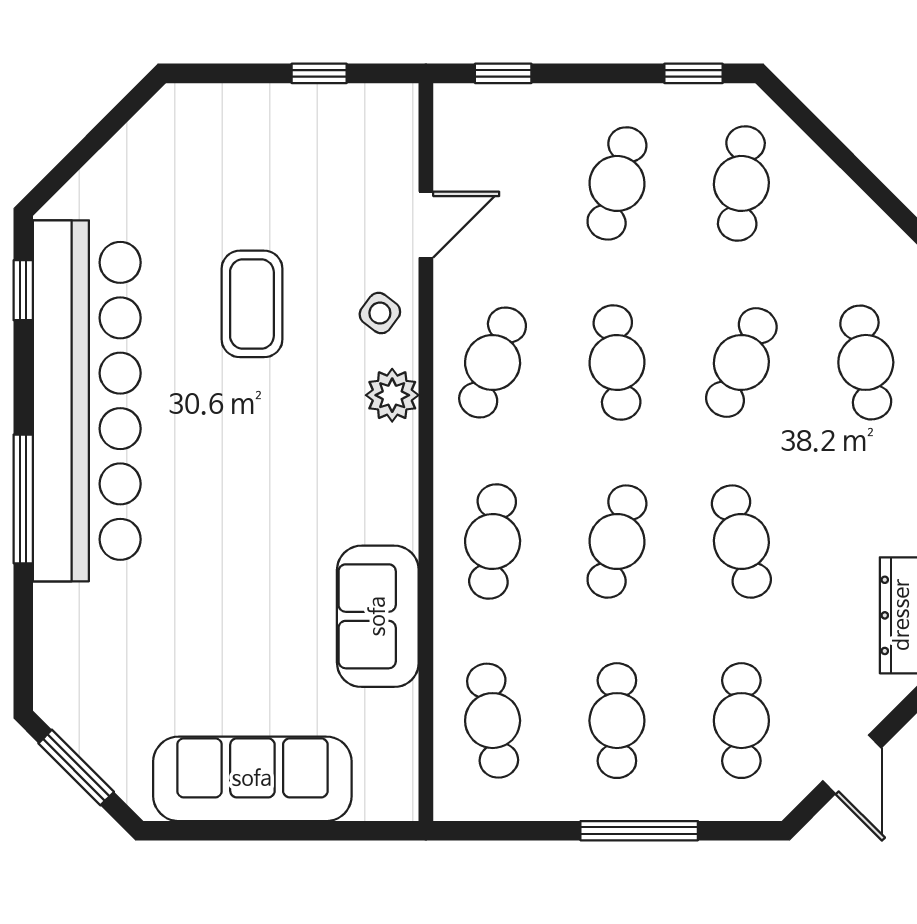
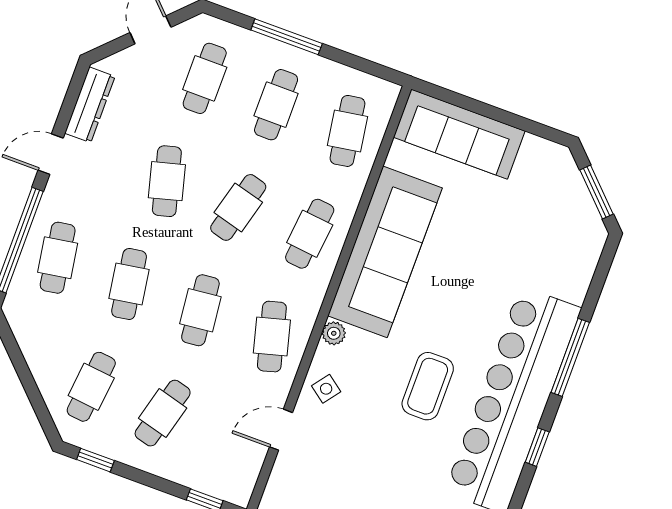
window: (23, 290) -> (537, 447), moved
coffee table: (252, 304) -> (428, 386), moved
cafe table: (493, 362) -> (272, 337), turned -36
cafe table: (741, 362) -> (129, 284), turned -33
plant: (392, 395) -> (334, 333), width x0.73, depth x0.73
sofa: (378, 616) -> (385, 252), width x1.85, depth x1.27
sofa: (252, 779) -> (459, 134), moved

